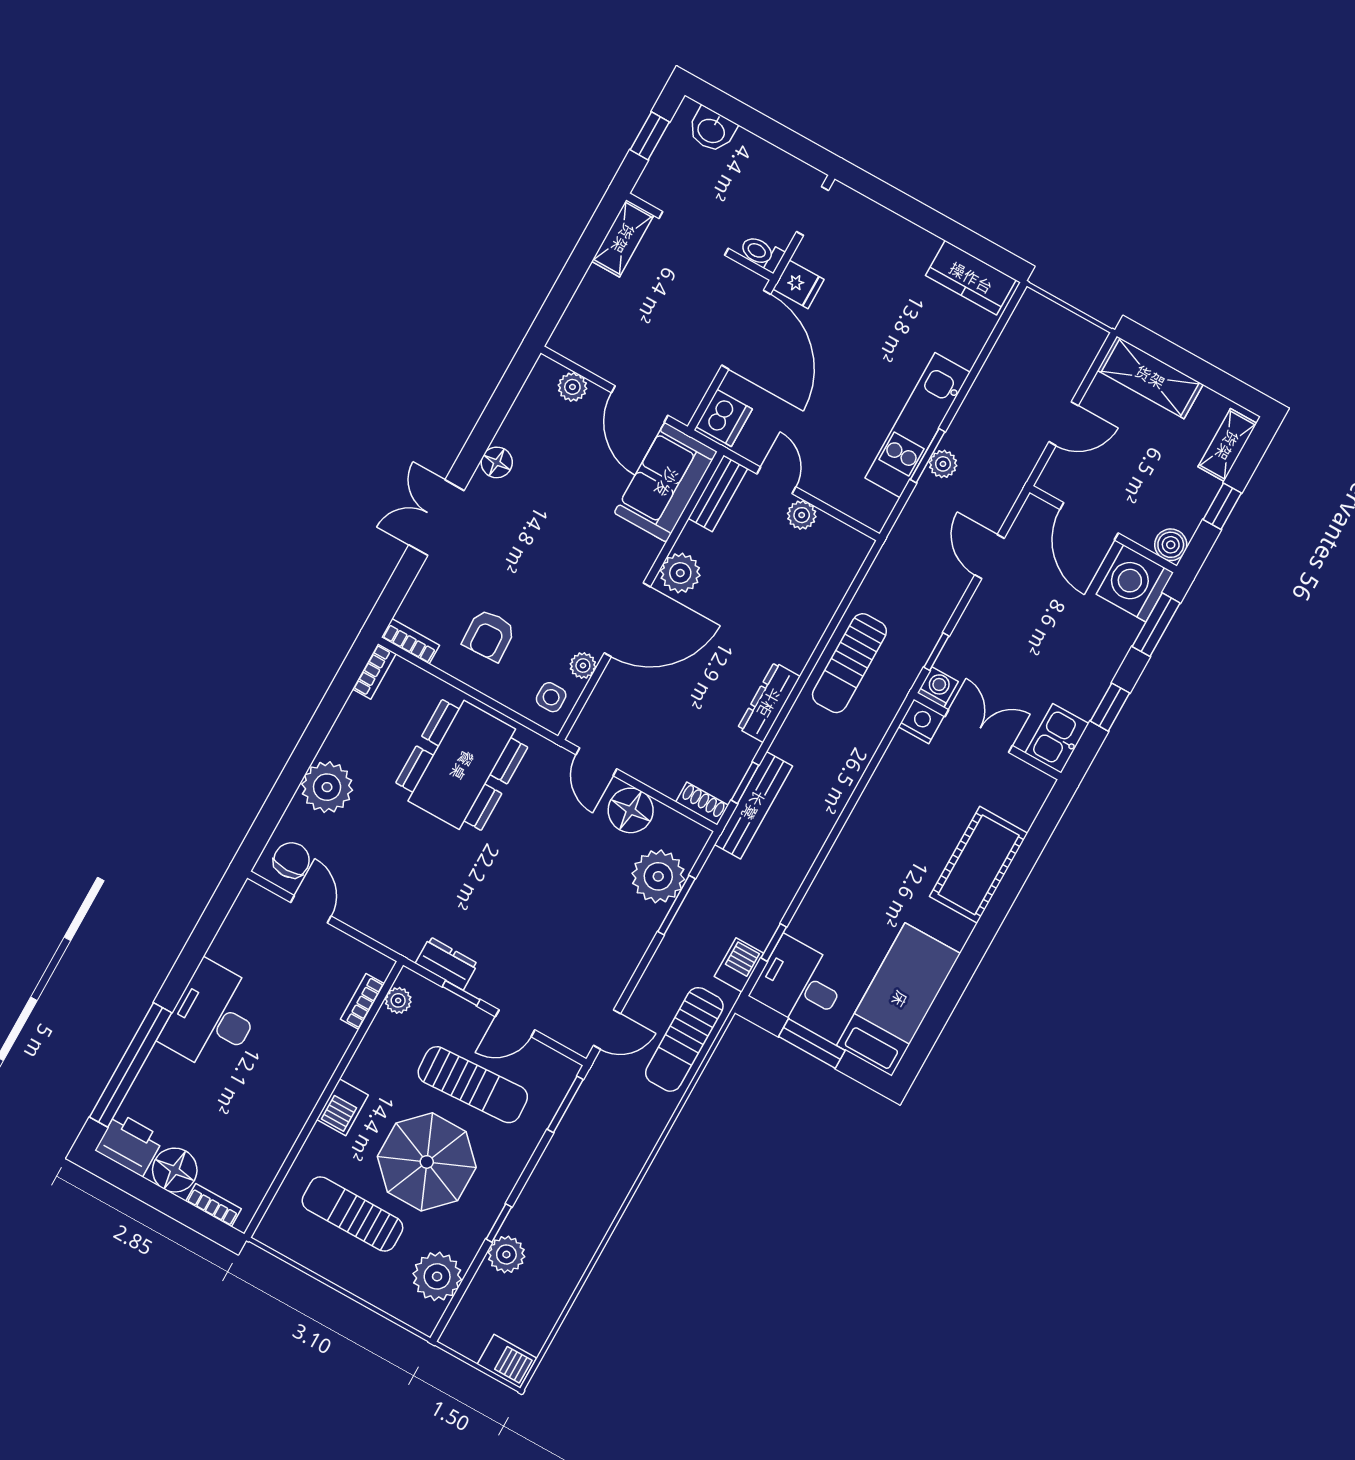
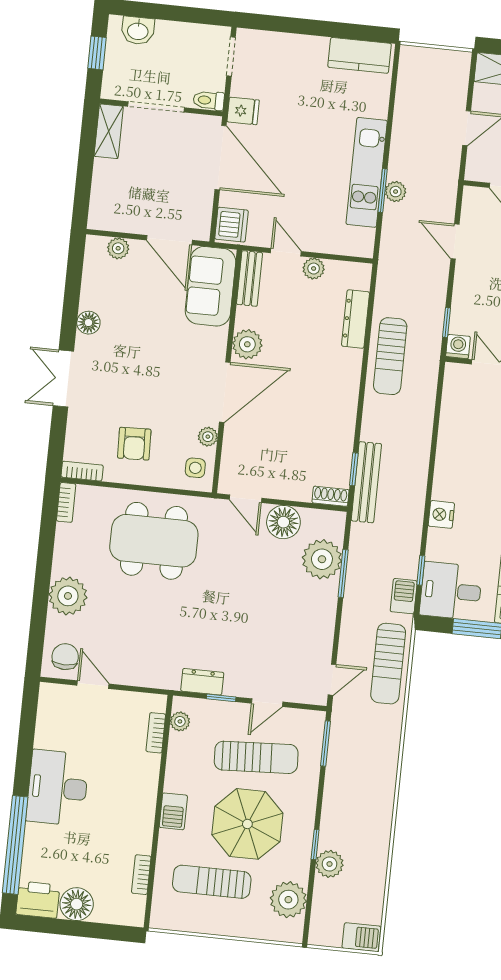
dresser: (769, 702) -> (356, 319), moved
nightstand: (921, 721) -> (441, 514), moved, turned -90
dining table: (462, 765) -> (154, 541), turned 90
bookcase: (213, 1205) -> (141, 875), moved, turned -90

